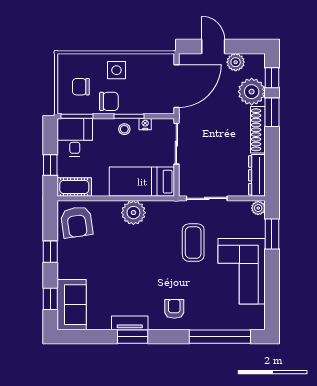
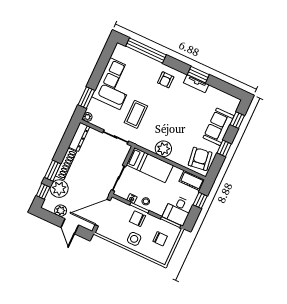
chair: (109, 101) -> (138, 219), moved
sofa: (72, 305) -> (219, 127), moved

